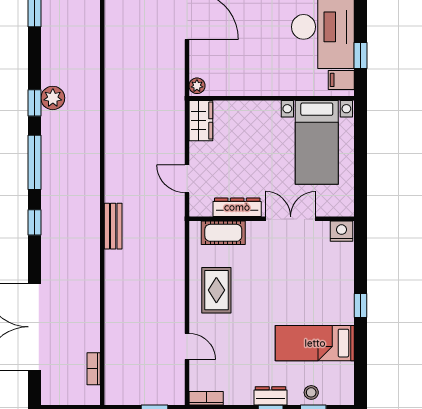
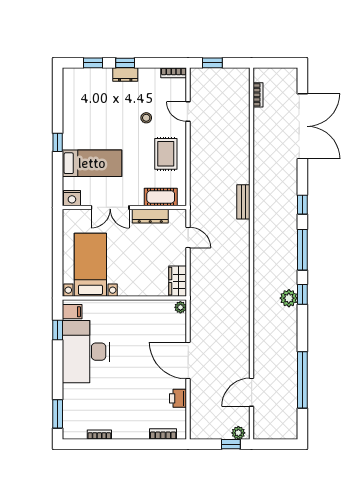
bed: (315, 343) -> (92, 163), moved
stool: (311, 392) -> (146, 118), moved

